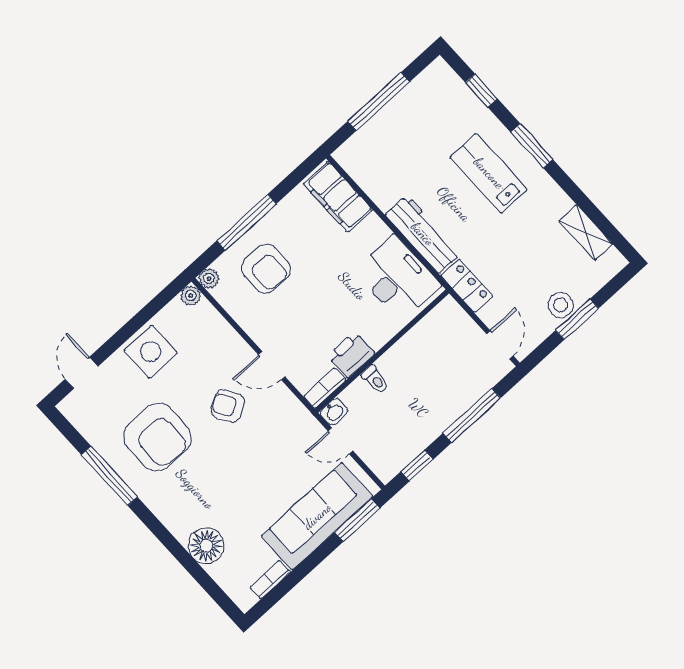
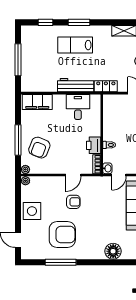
armchair: (266, 269) -> (39, 148), turned 112
desk: (397, 278) -> (78, 107), width x0.73
armchair: (228, 406) -> (73, 202), turned -150

